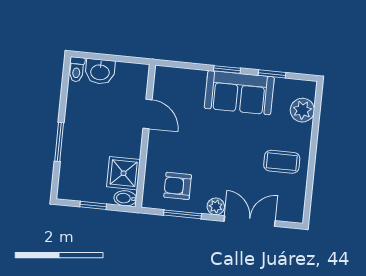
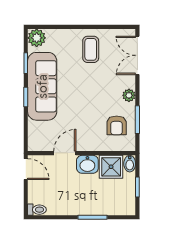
door: (132, 60) -> (26, 169), added
washbasin: (100, 72) -> (87, 164), moved, turned 90
sofa: (239, 93) -> (42, 86), width x1.36
plant: (302, 110) -> (37, 38), moved
double door: (250, 221) -> (137, 55), moved

